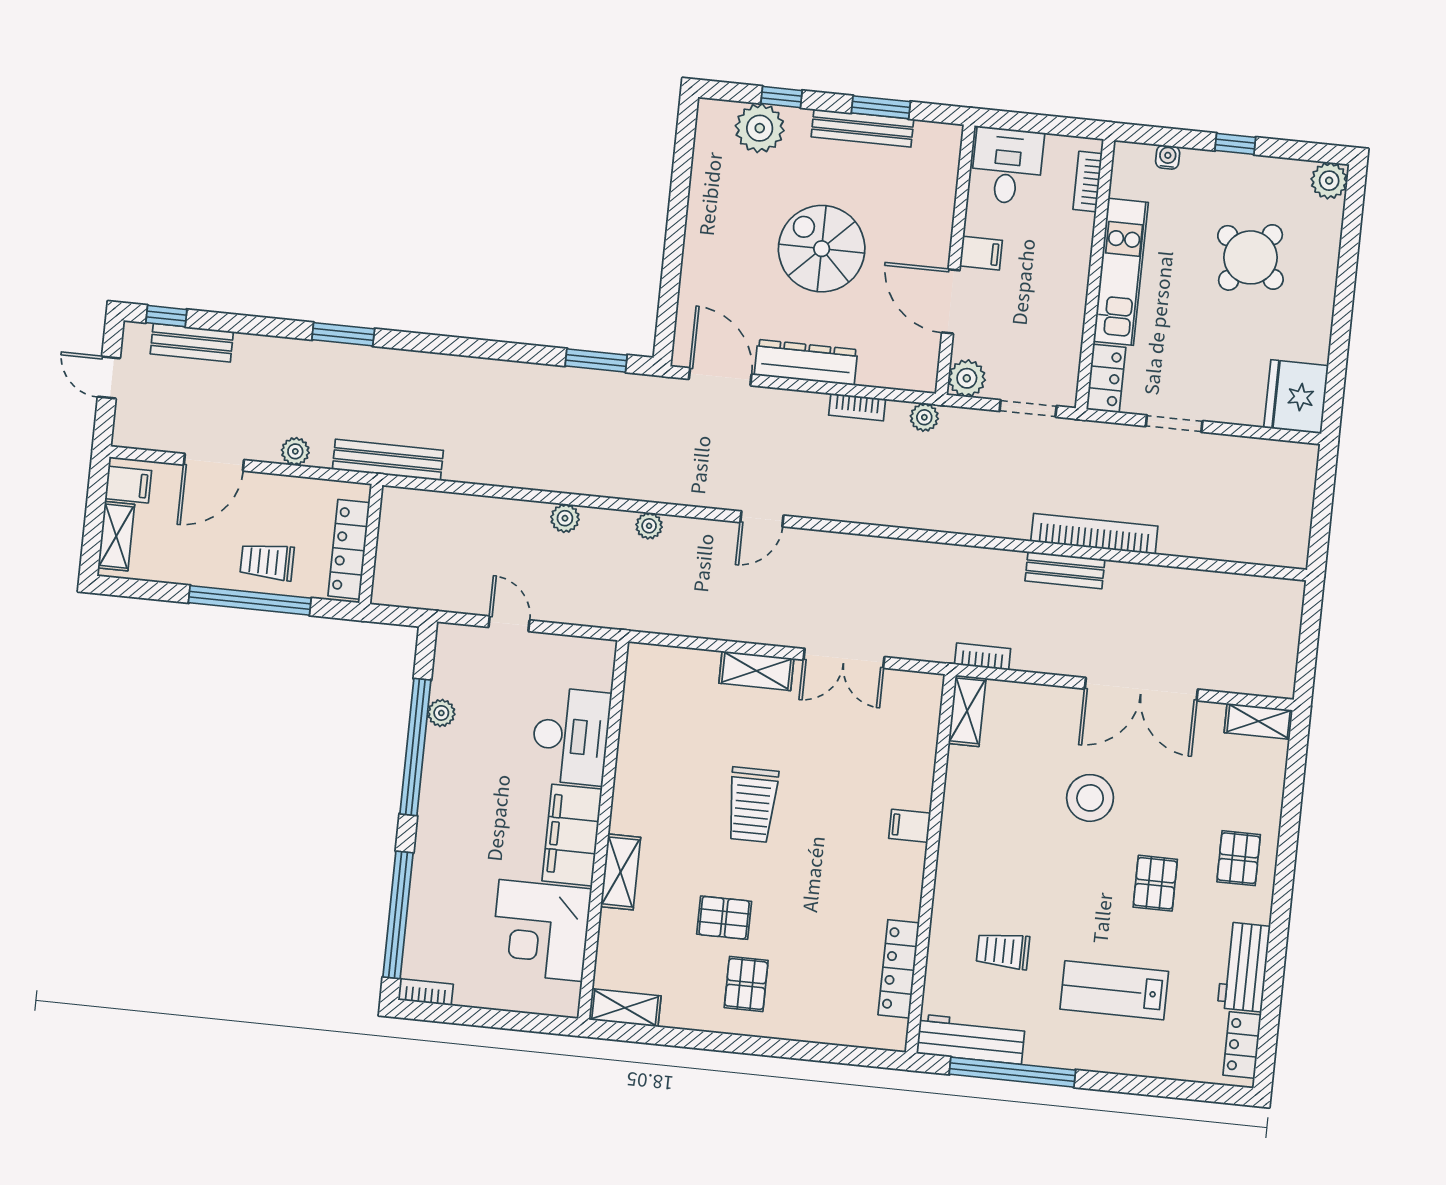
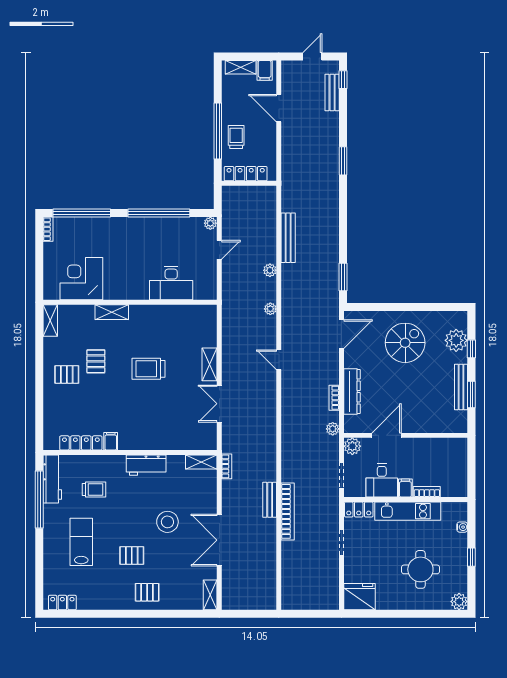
desk: (1007, 166) -> (382, 480), moved, turned 90
bookcase: (1088, 182) -> (427, 492), moved
spiral stairs: (822, 249) -> (405, 343), moved
filing cabinet: (981, 253) -> (405, 488), moved, turned 180
round table: (1250, 257) -> (420, 569), turned -38
dresser: (806, 362) -> (352, 392), moved
plant: (295, 451) -> (288, 145), removed
bench: (388, 460) -> (288, 238), moved
plant: (441, 713) -> (210, 223), moved
filing cabinet: (910, 826) -> (111, 441), moved
filing cabinet: (572, 835) -> (126, 288), removed
trolley: (1003, 951) -> (94, 490), turned 90
workbench: (1244, 967) -> (146, 465), moved, turned 180

